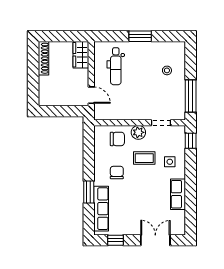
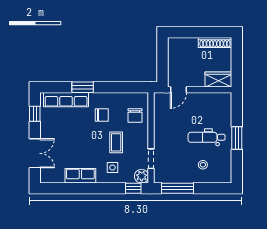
dental chair: (116, 66) -> (207, 137), moved
plant: (138, 132) -> (142, 176), moved

